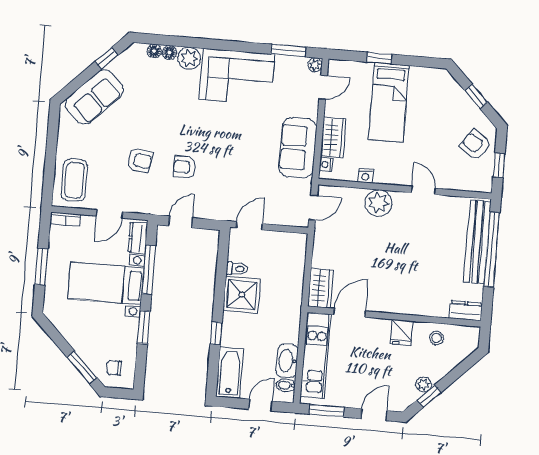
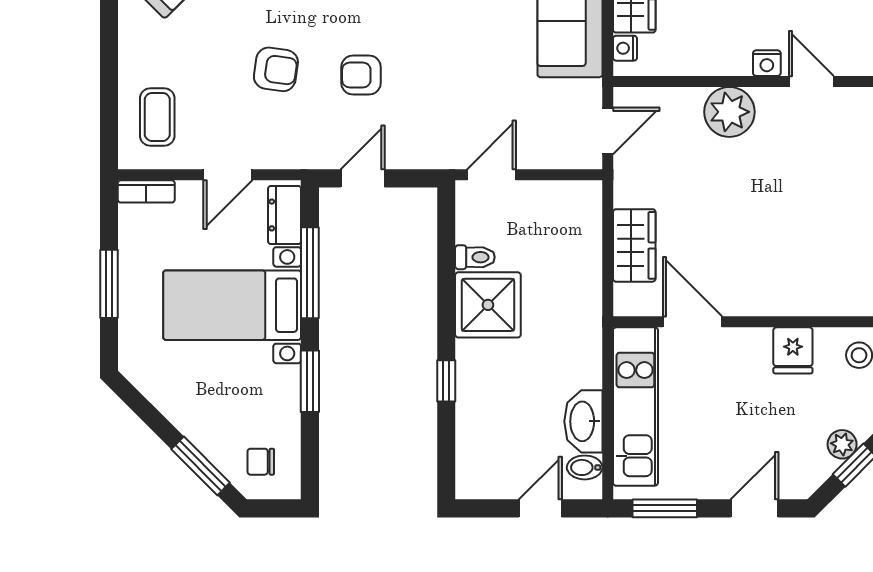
nightstand: (365, 176) -> (767, 63), moved
coffee table: (74, 180) -> (157, 117), width x0.73, depth x0.77
wardrobe: (320, 288) -> (634, 245), moved
door: (350, 313) -> (693, 322), hinge flipped
bathtub: (230, 372) -> (478, 452), removed

